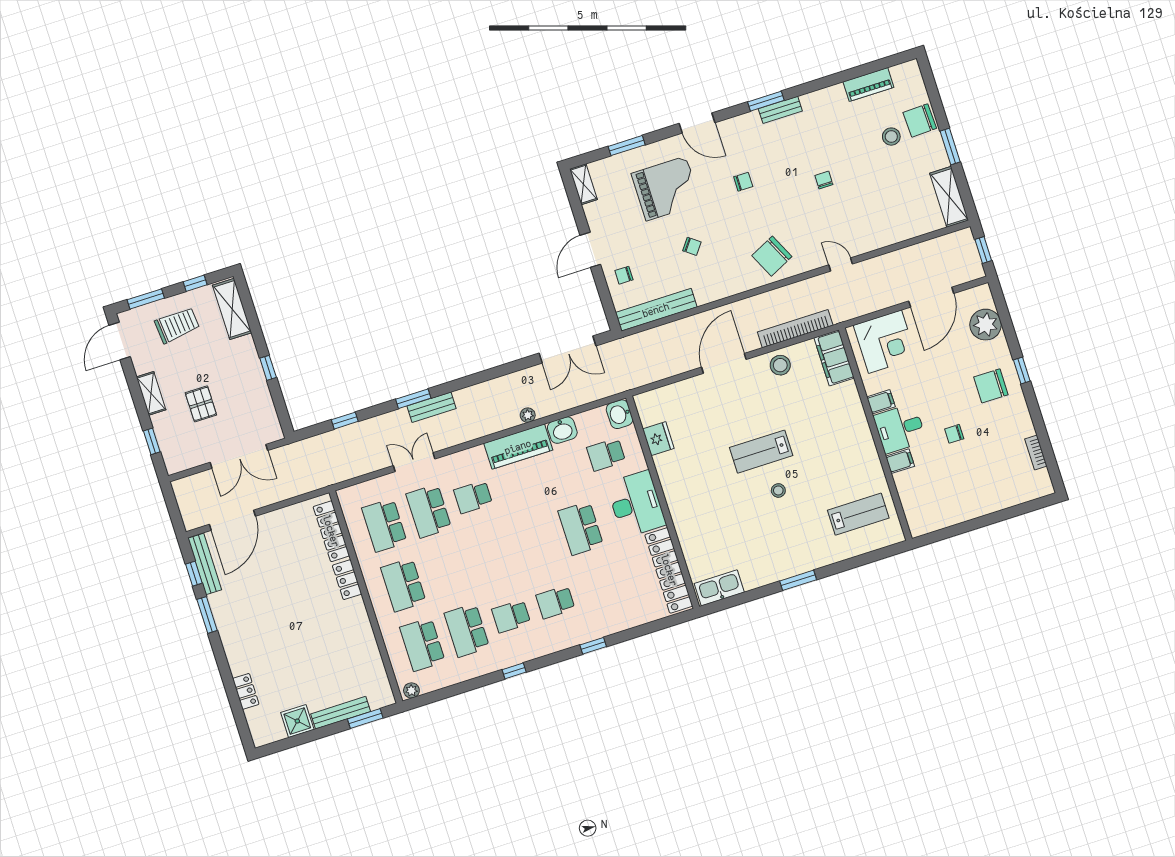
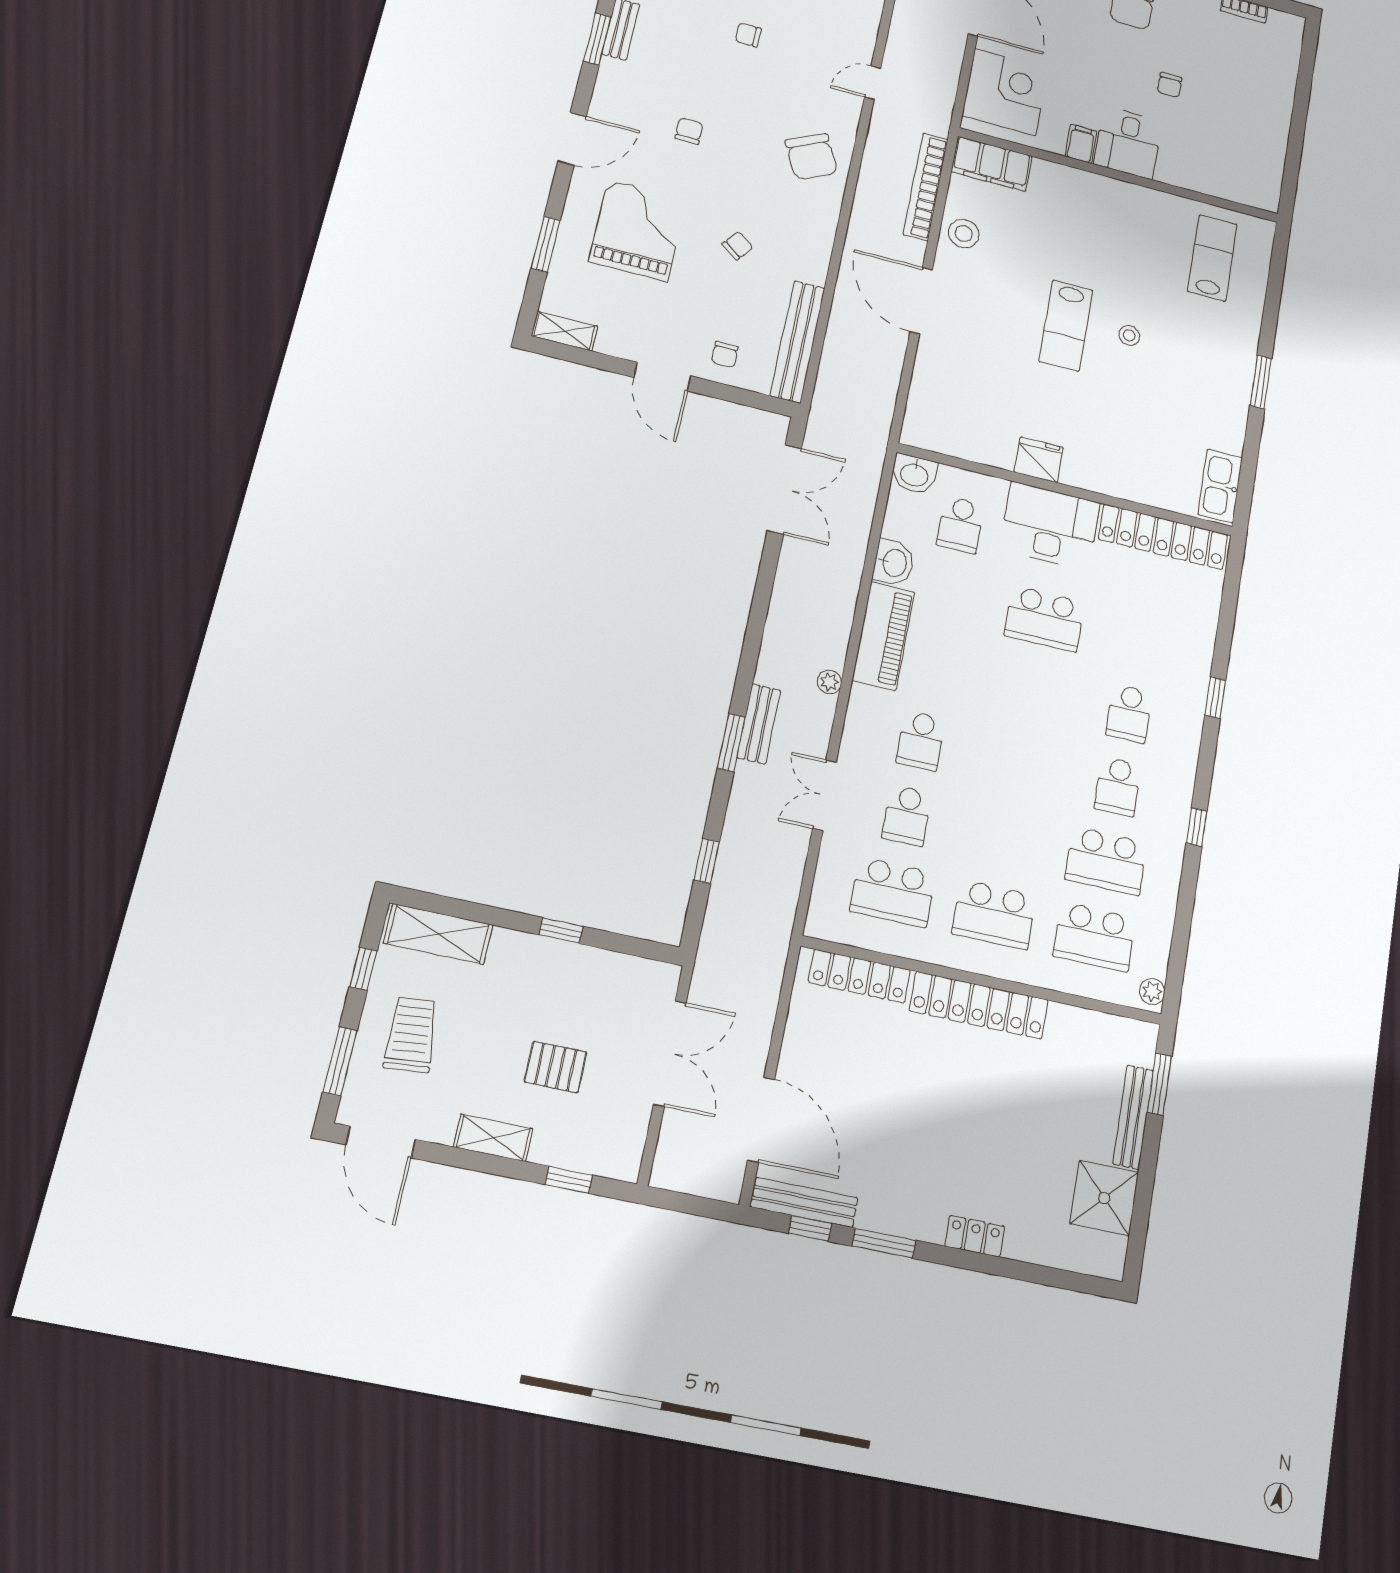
plant: (528, 415) -> (829, 682), moved
fridge: (658, 439) -> (1039, 460), moved
filing cabinet: (900, 461) -> (1170, 168), removed
school desk: (429, 511) -> (907, 816), width x0.54
locker: (347, 580) -> (979, 1005), width x2.16, depth x1.21
locker: (246, 691) -> (975, 1236), moved
shower: (297, 721) -> (1104, 1198), width x1.36, depth x1.36

